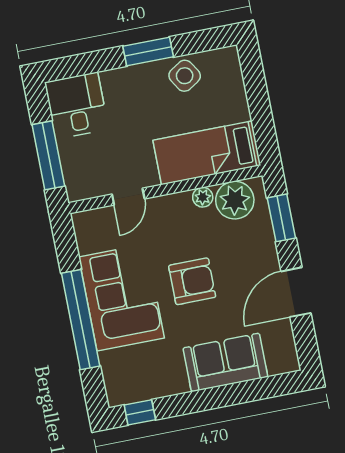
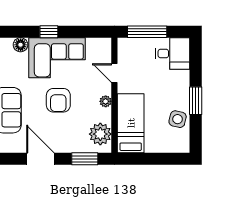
side table: (185, 76) -> (178, 119), turned 45
plant: (203, 197) -> (106, 101), moved
window: (81, 320) -> (49, 32), width x0.32
floor lamp: (112, 363) -> (21, 45), added

